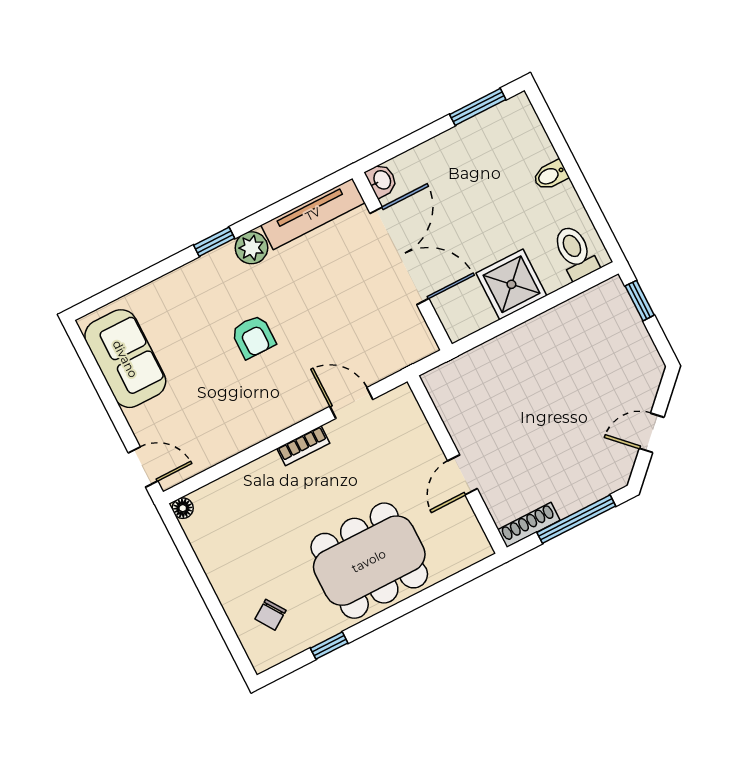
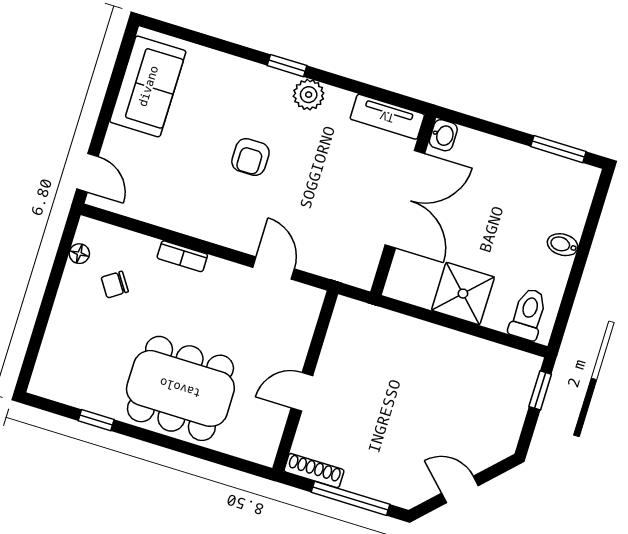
tv unit: (313, 214) -> (387, 117), width x0.71
bookcase: (303, 446) -> (182, 256), moved
floor lamp: (183, 508) -> (79, 254), moved
chair: (270, 615) -> (115, 285), moved

